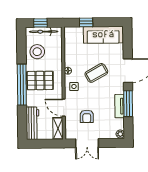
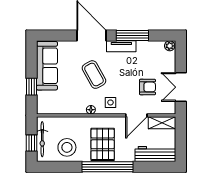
tv unit: (120, 106) -> (121, 46), moved
double door: (87, 143) -> (181, 87), swing flipped

